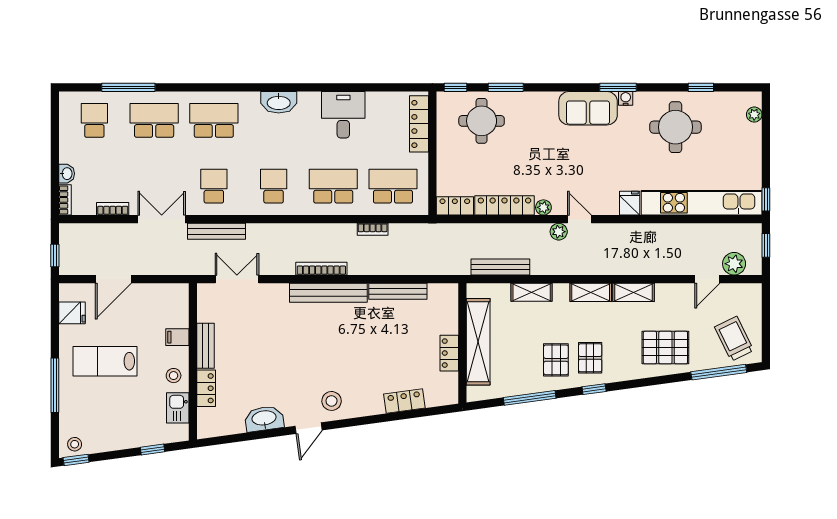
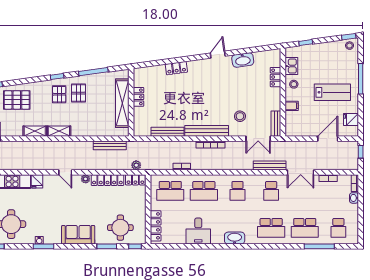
sofa: (588, 108) -> (78, 235), moved
plant: (559, 232) -> (136, 165), moved
shelving: (532, 292) -> (92, 131), removed
bench: (205, 346) -> (276, 124), moved
stool: (332, 401) -> (240, 116), moved
locker: (404, 401) -> (176, 68), moved

